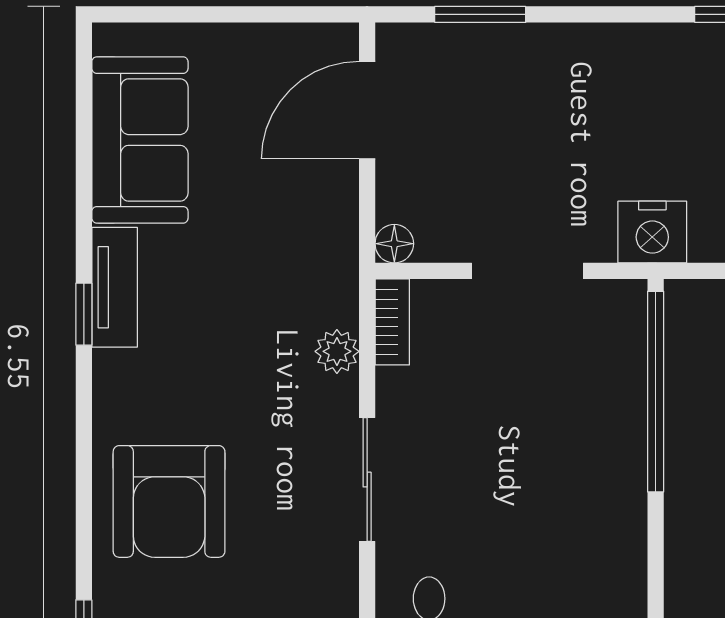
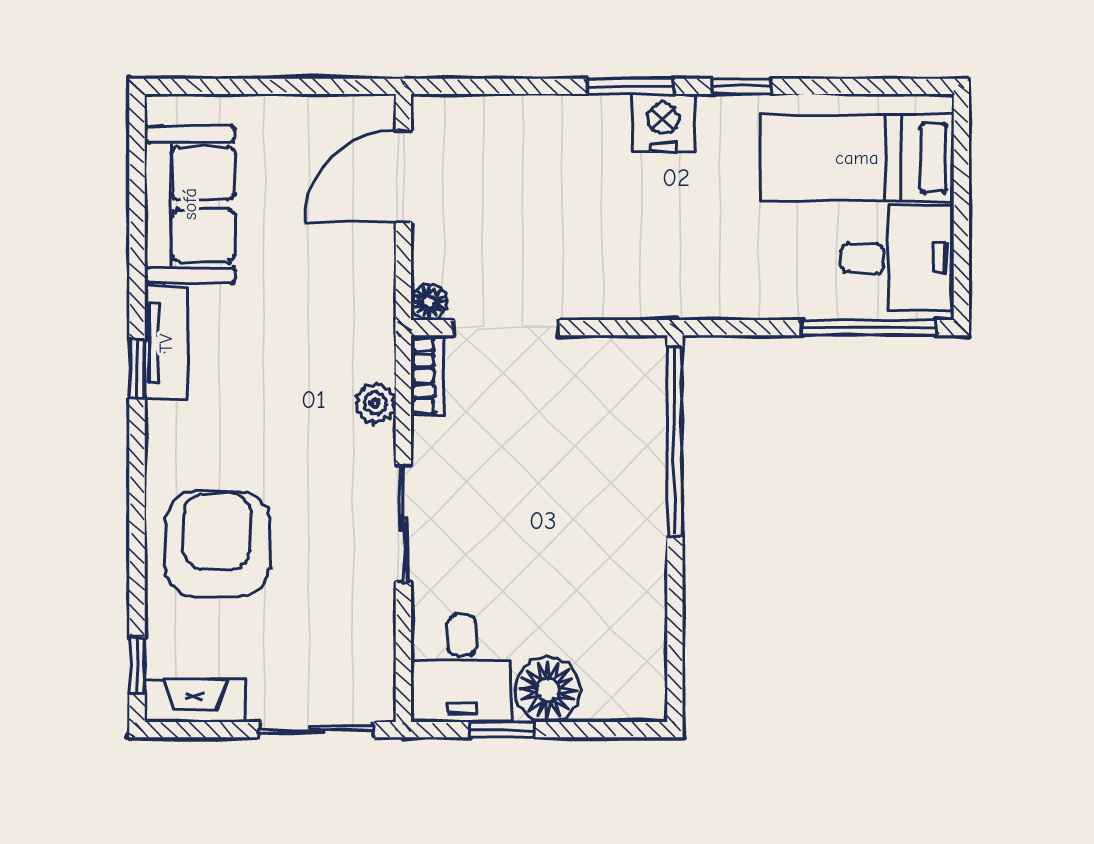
window: (480, 14) -> (630, 86), moved
nightstand: (652, 232) -> (663, 123), moved, turned 180
doorway: (527, 271) -> (506, 328), moved
armchair: (169, 501) -> (217, 544), turned 180

